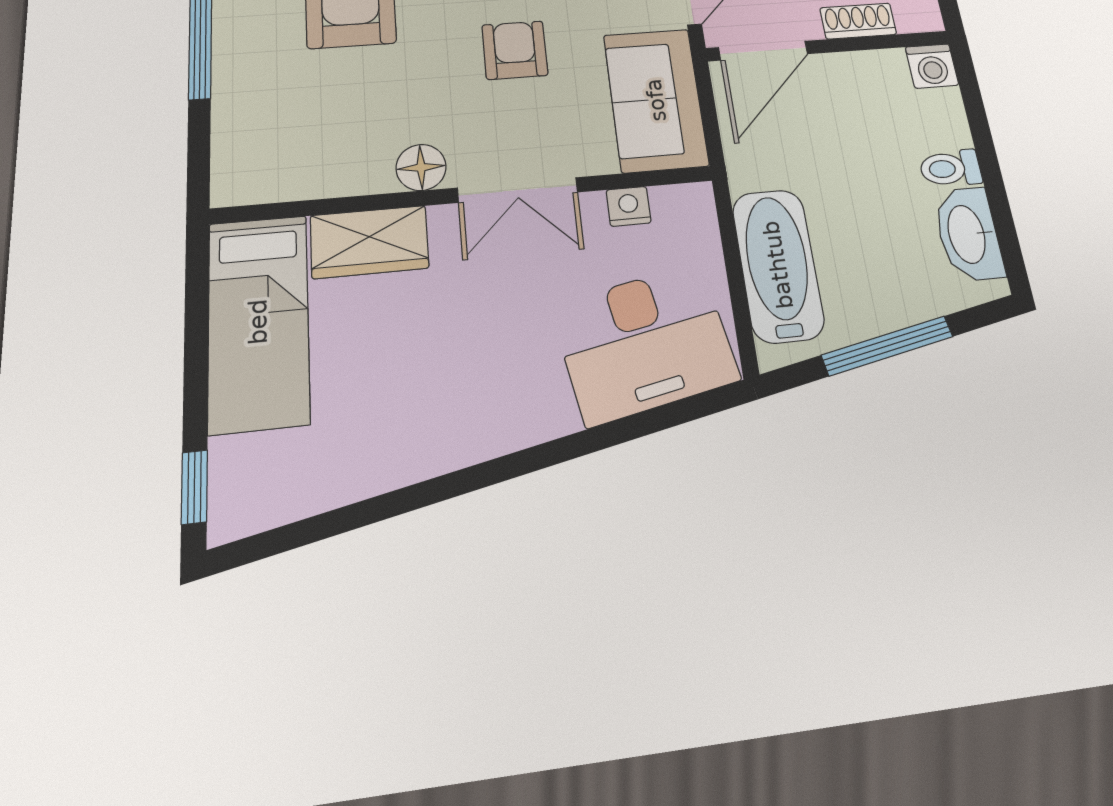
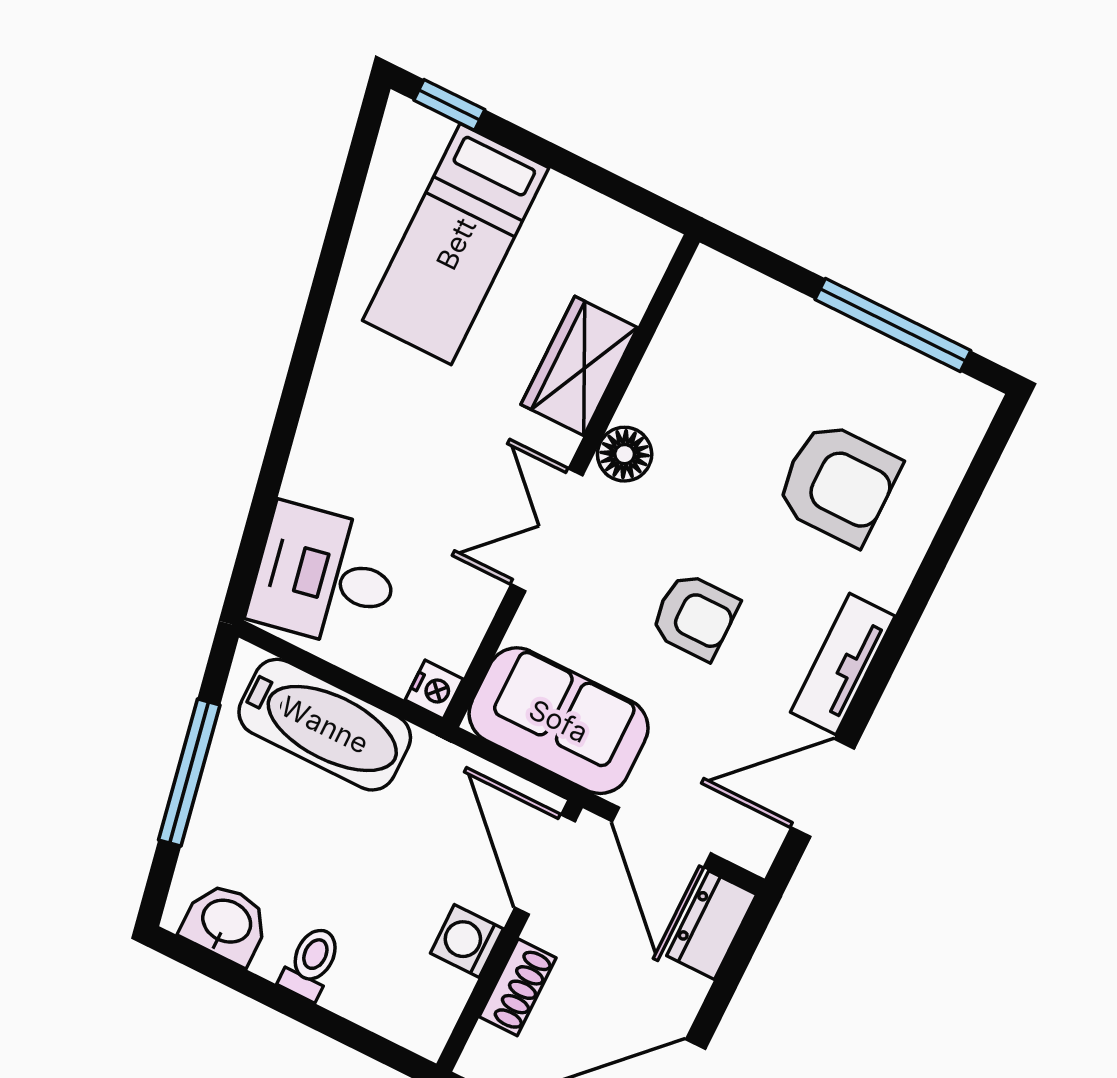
washing machine: (932, 66) -> (467, 941), moved
nightstand: (629, 206) -> (434, 689), moved
washbasin: (968, 234) -> (226, 923), width x0.72
bed: (258, 322) -> (456, 244), moved, turned -90
desk: (645, 343) -> (325, 576), width x0.73

